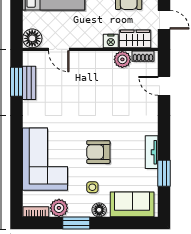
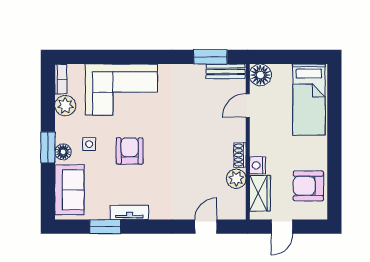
shoe rack: (143, 56) -> (240, 155), moved
bench: (29, 83) -> (226, 71), moved
window: (76, 223) -> (48, 147), moved

